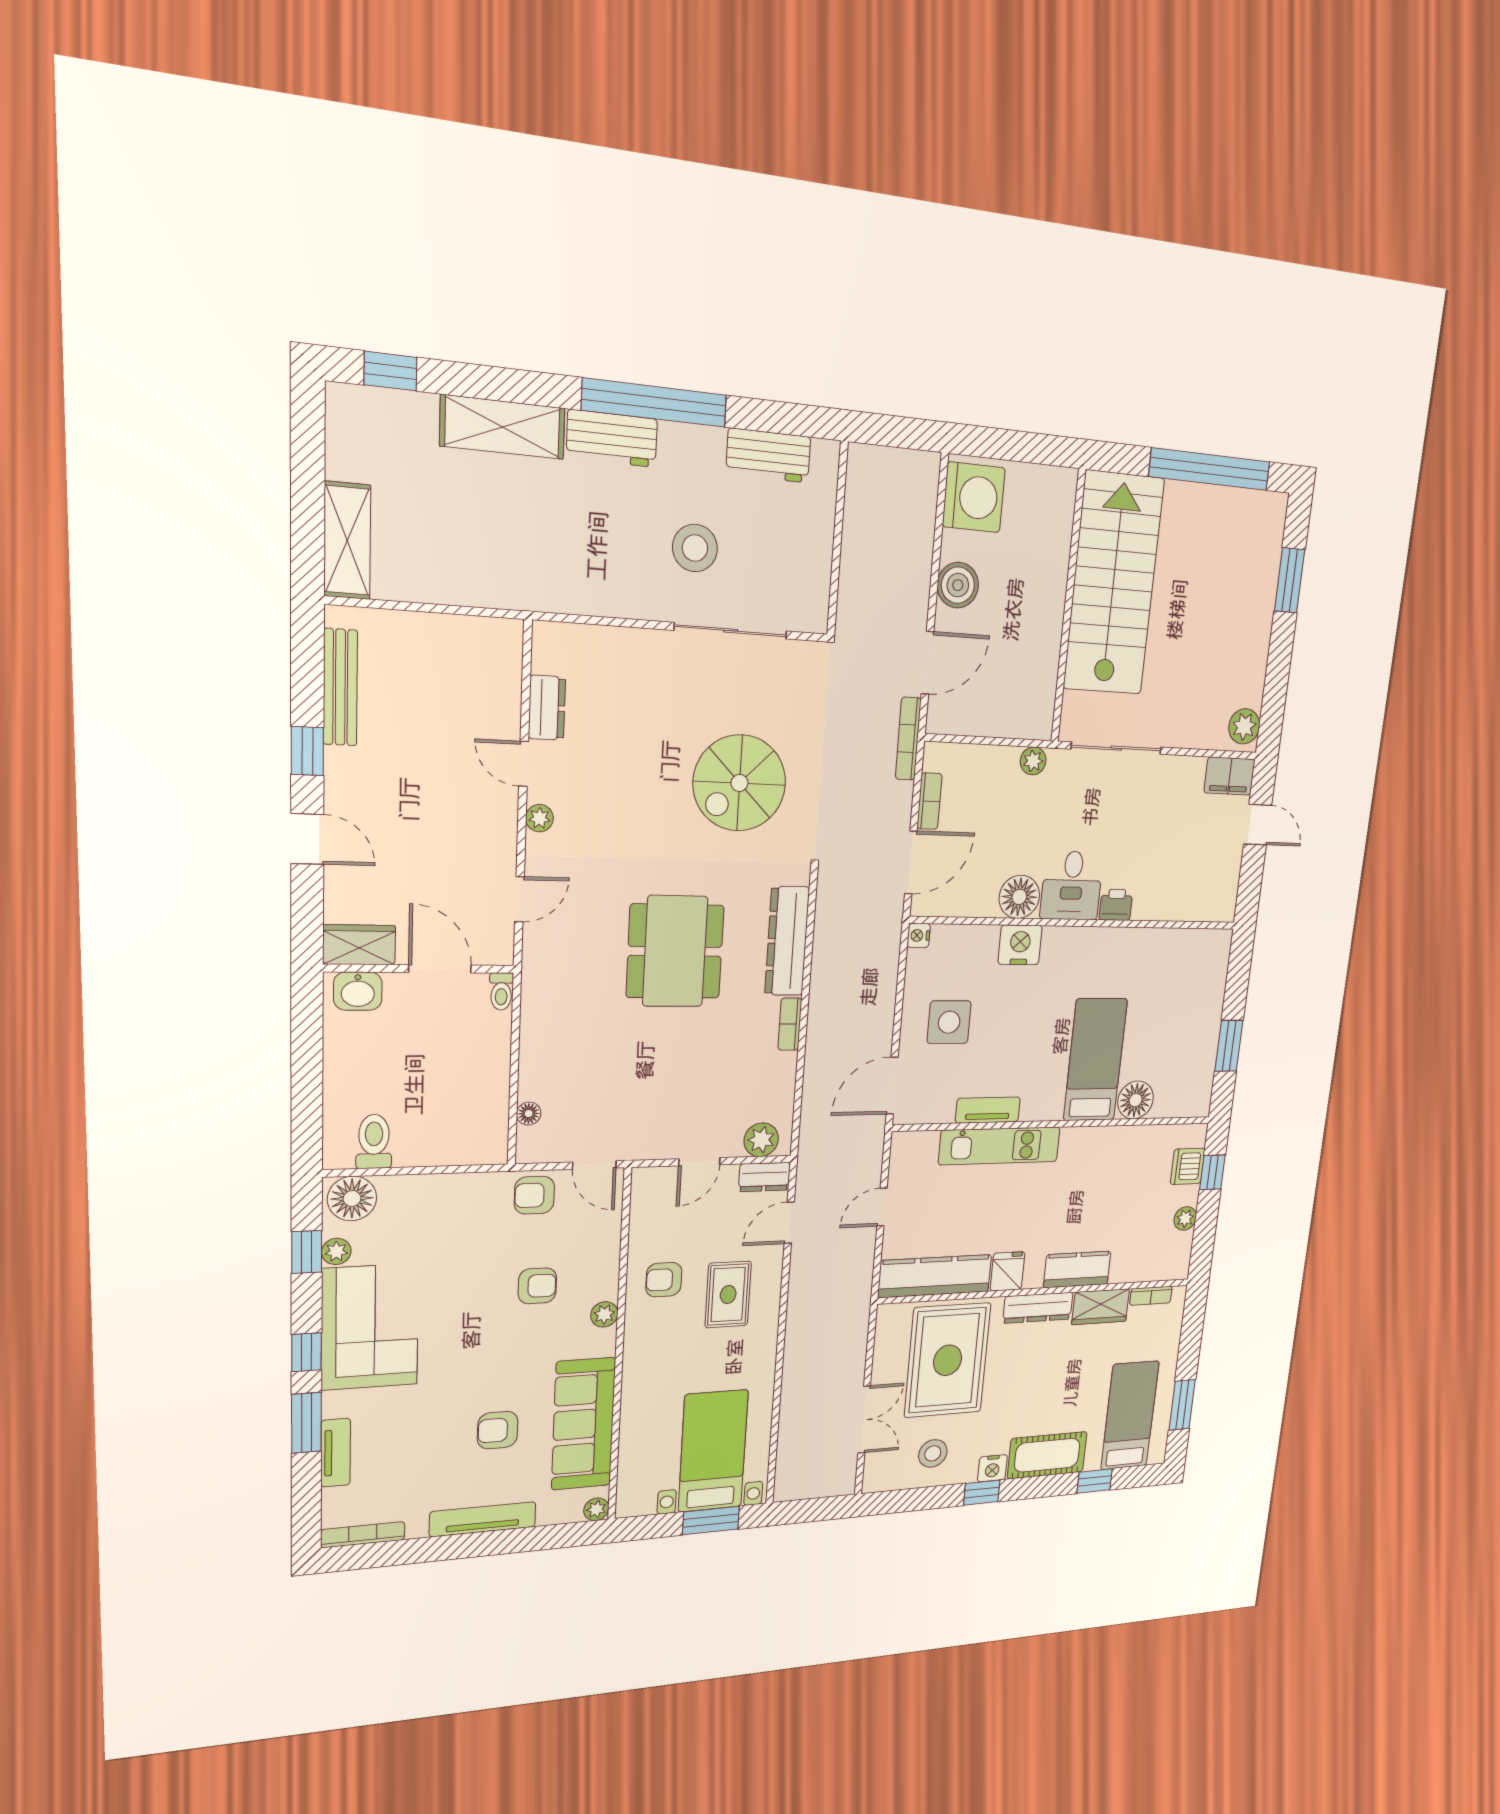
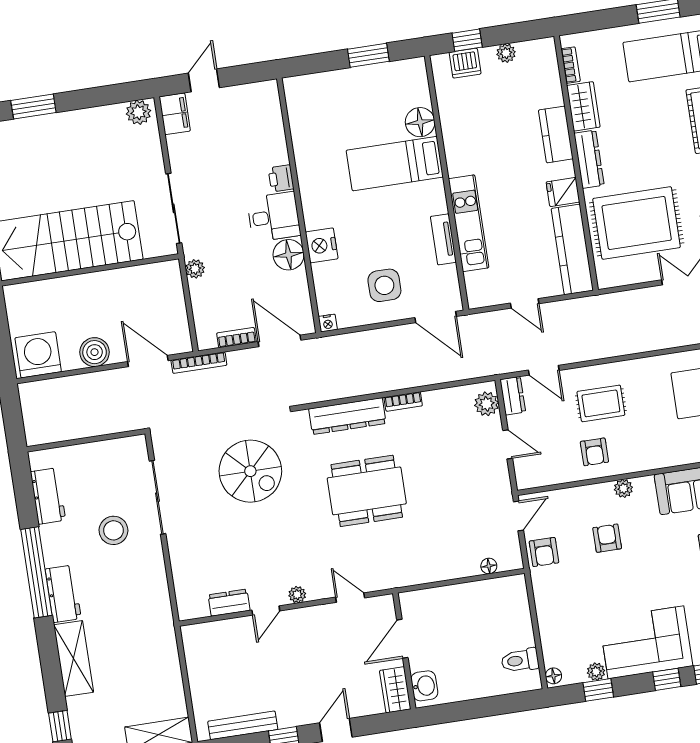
toilet: (501, 992) -> (411, 598), removed
floor lamp: (352, 1198) -> (553, 676), width x0.53, depth x0.53

